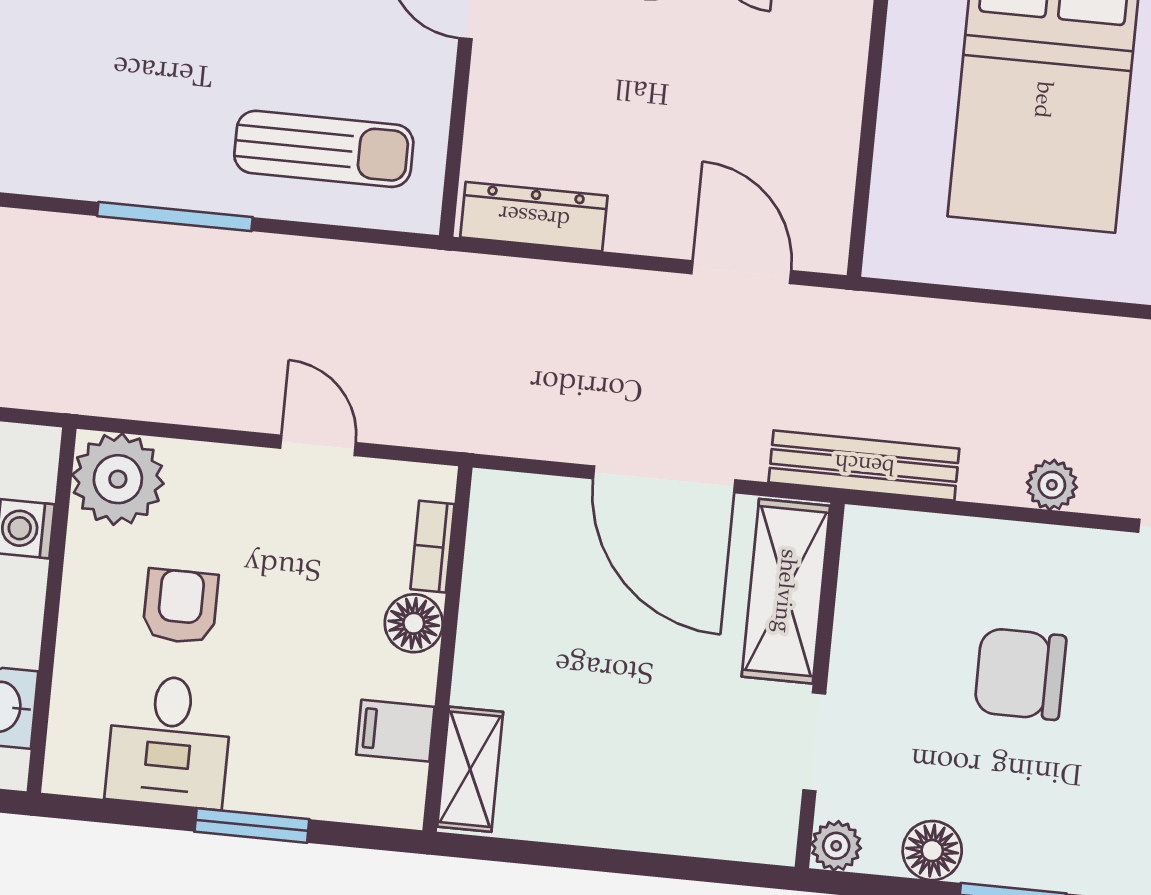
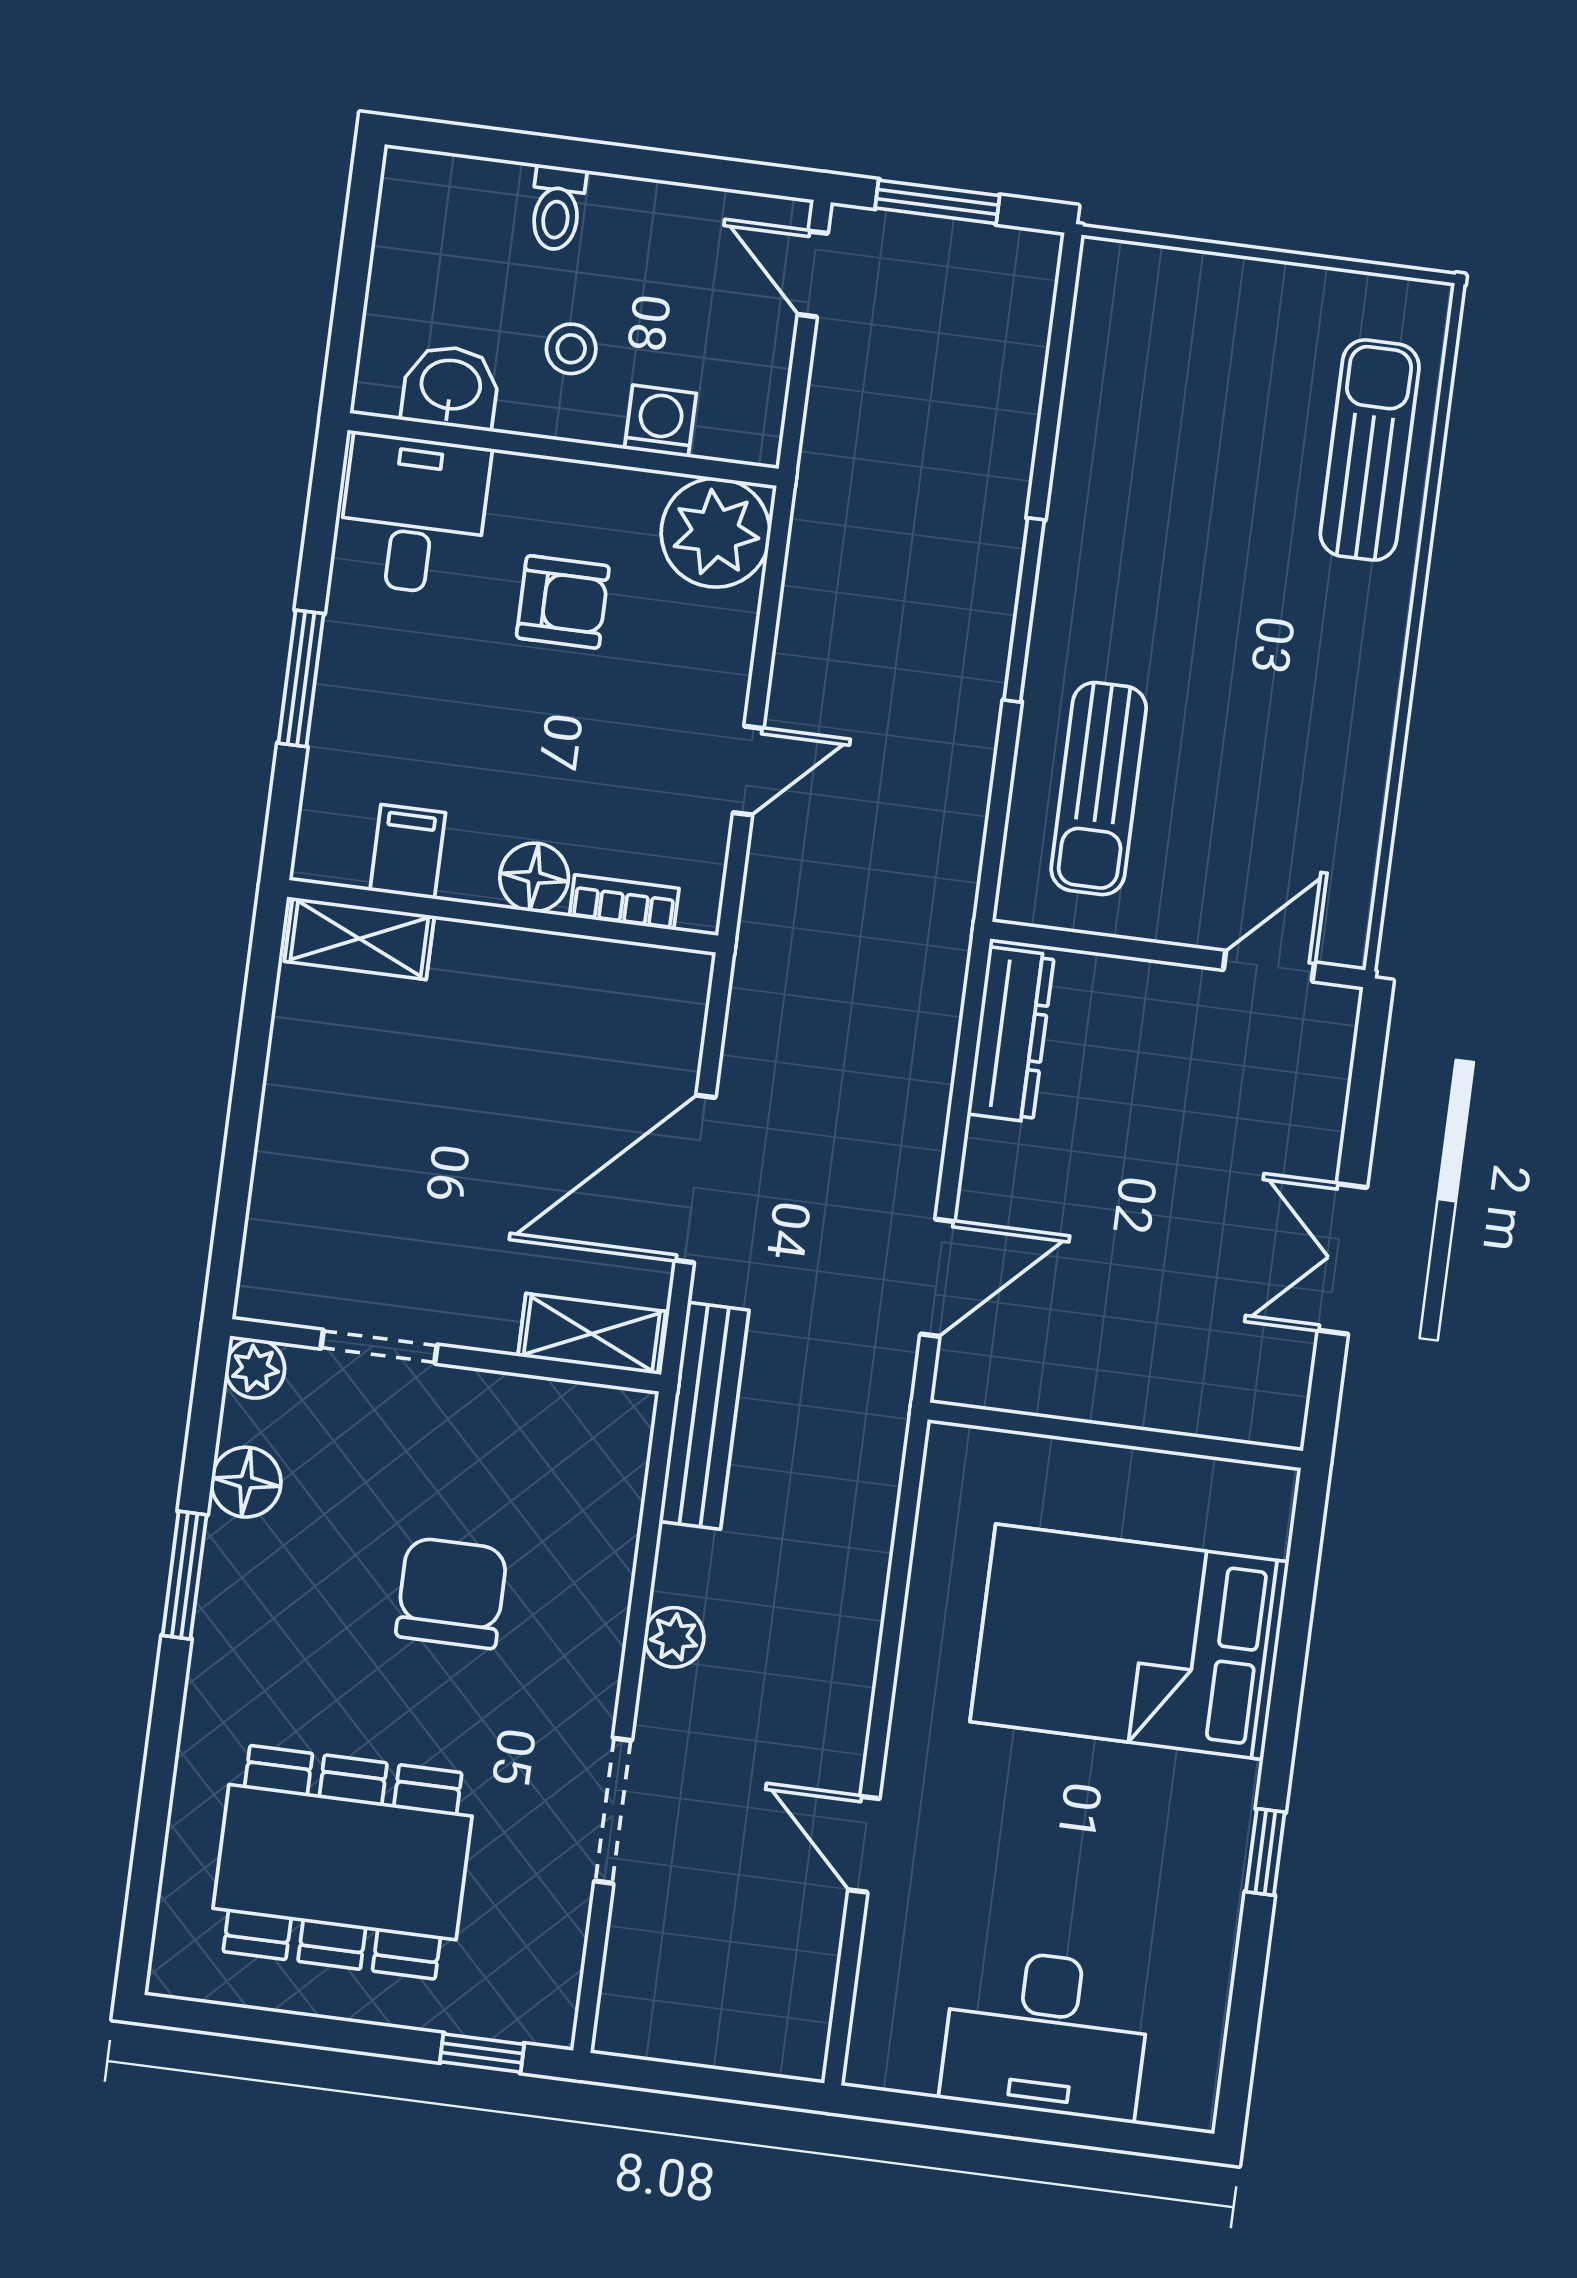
shelving: (786, 591) -> (592, 1334), width x0.67, depth x0.75
desk: (169, 741) -> (414, 514), moved, turned 90

